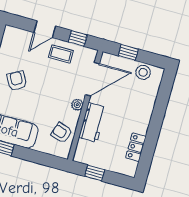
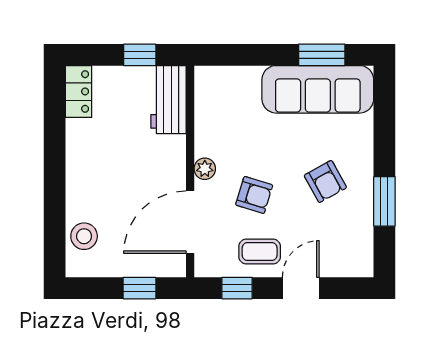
stool: (143, 72) -> (84, 236), moved
workbench: (93, 122) -> (168, 100), moved
armchair: (62, 133) -> (254, 195), moved
locker: (136, 147) -> (79, 91), moved

